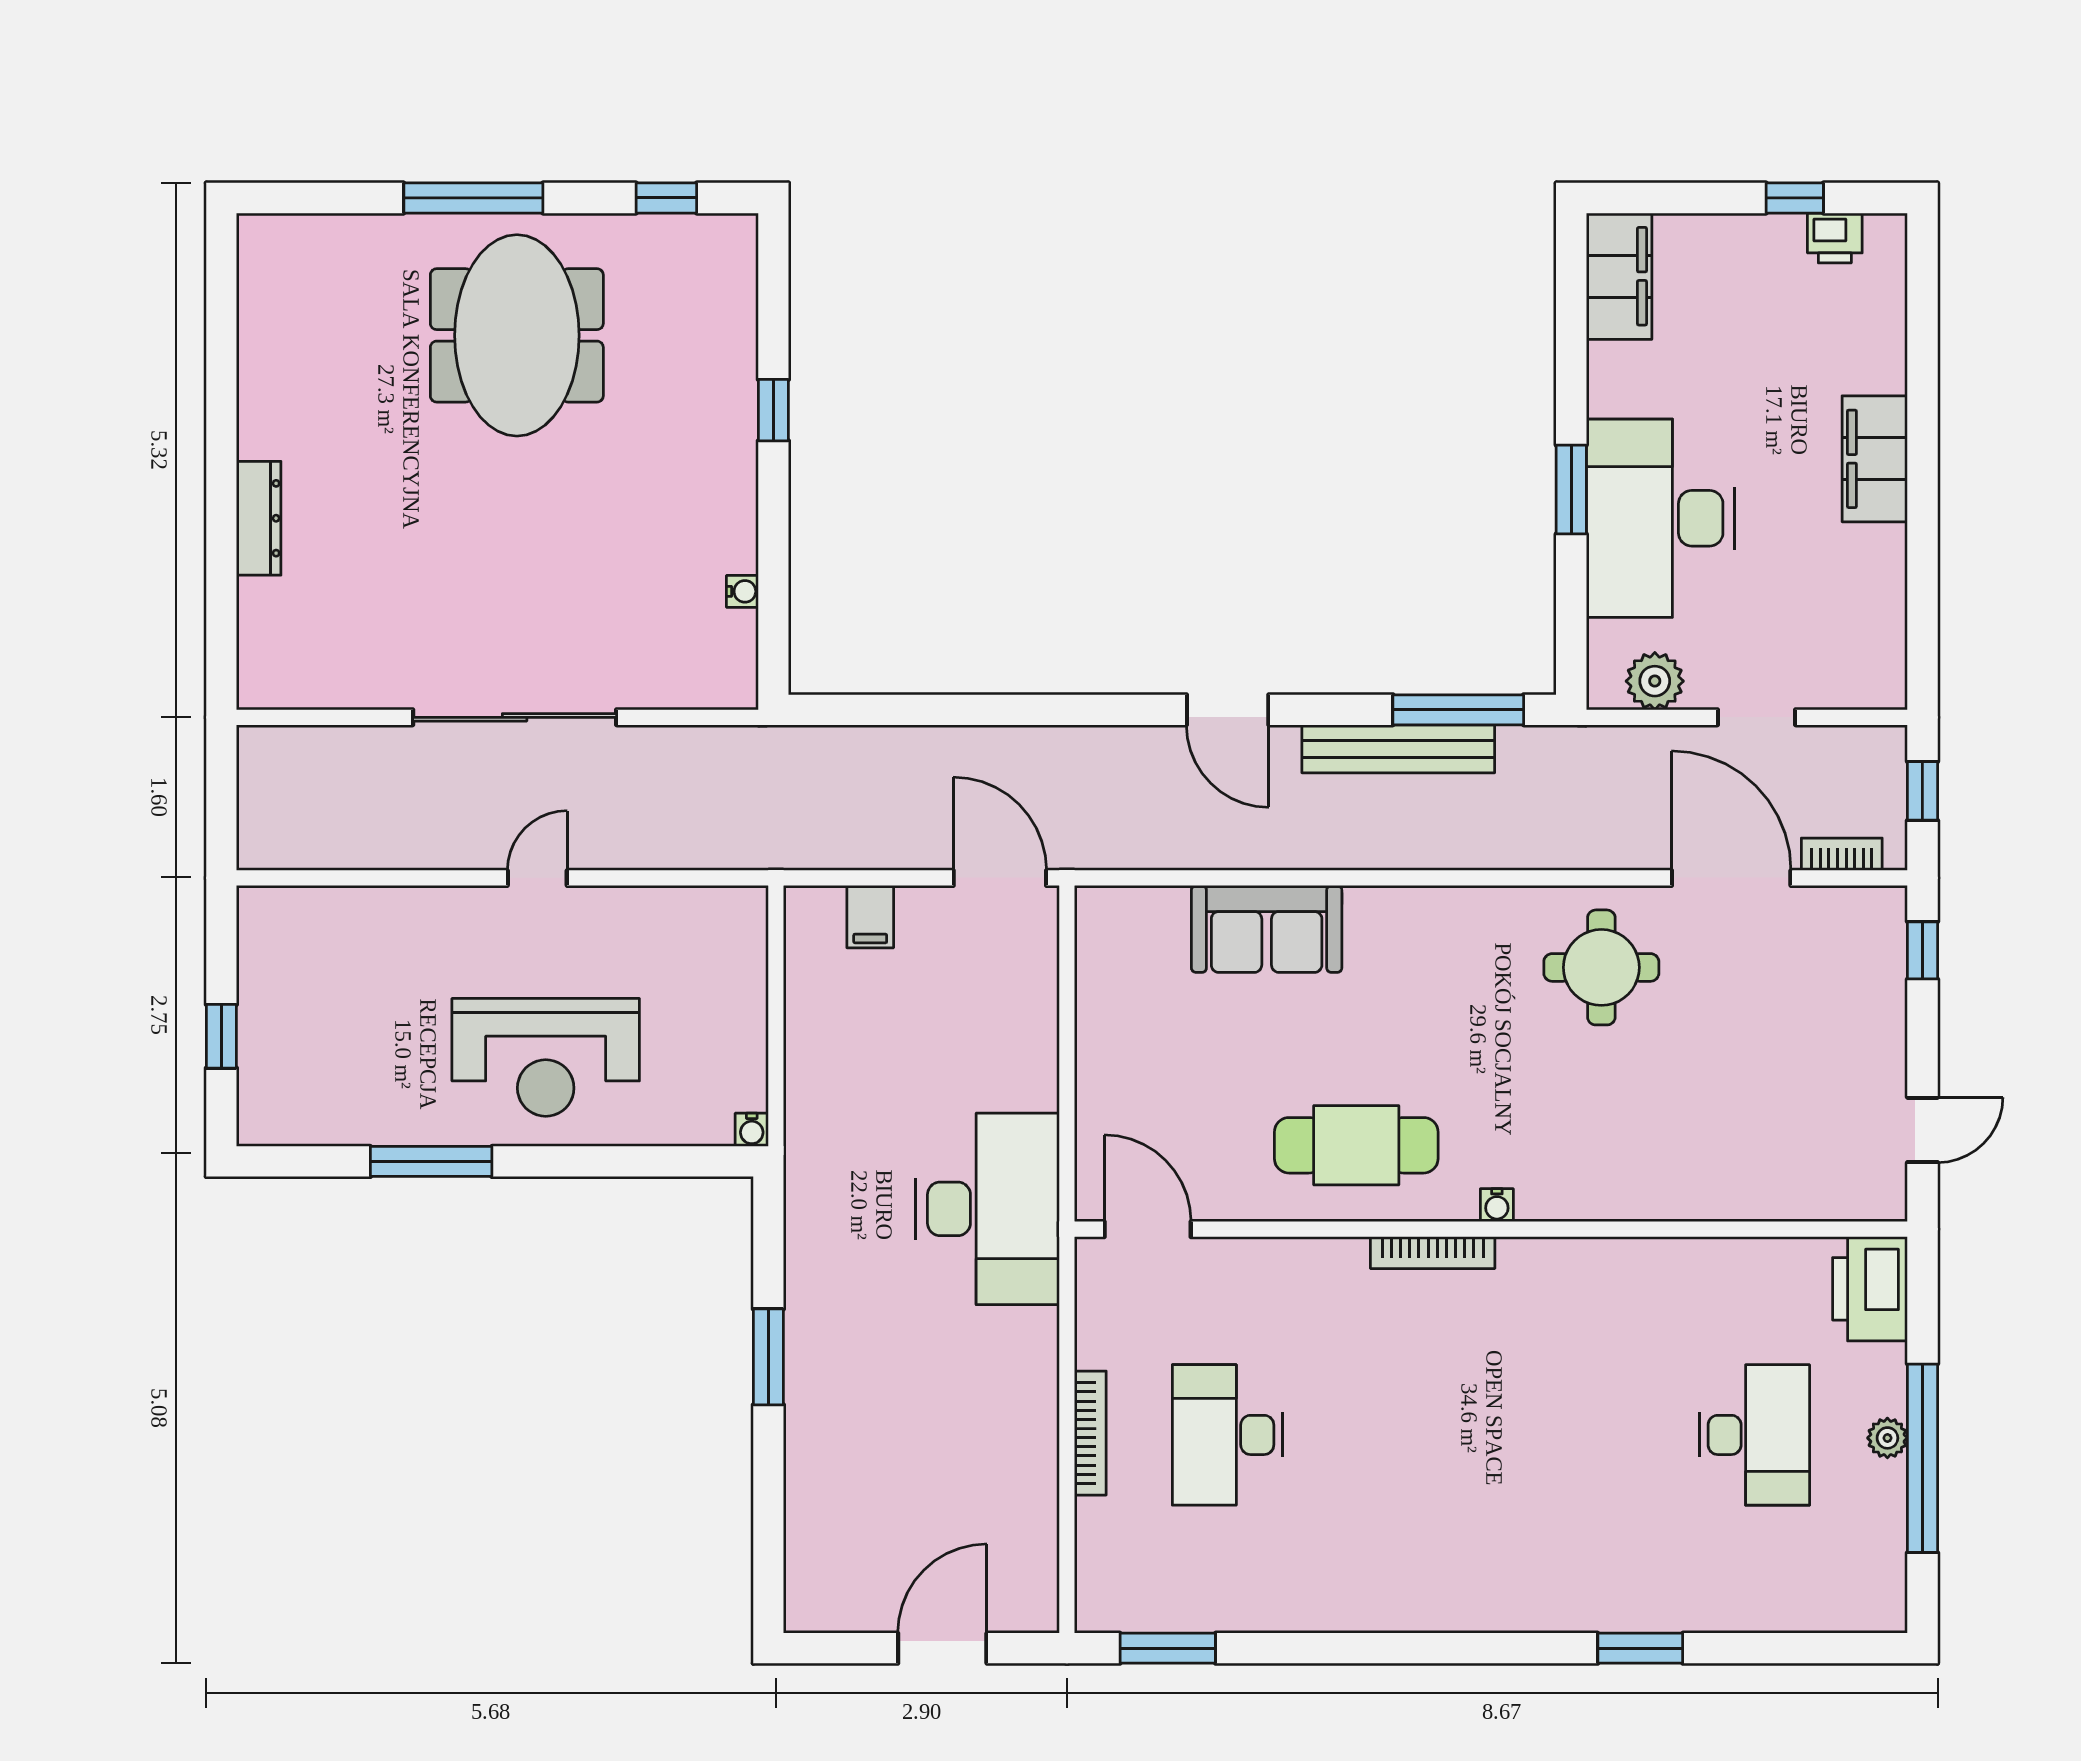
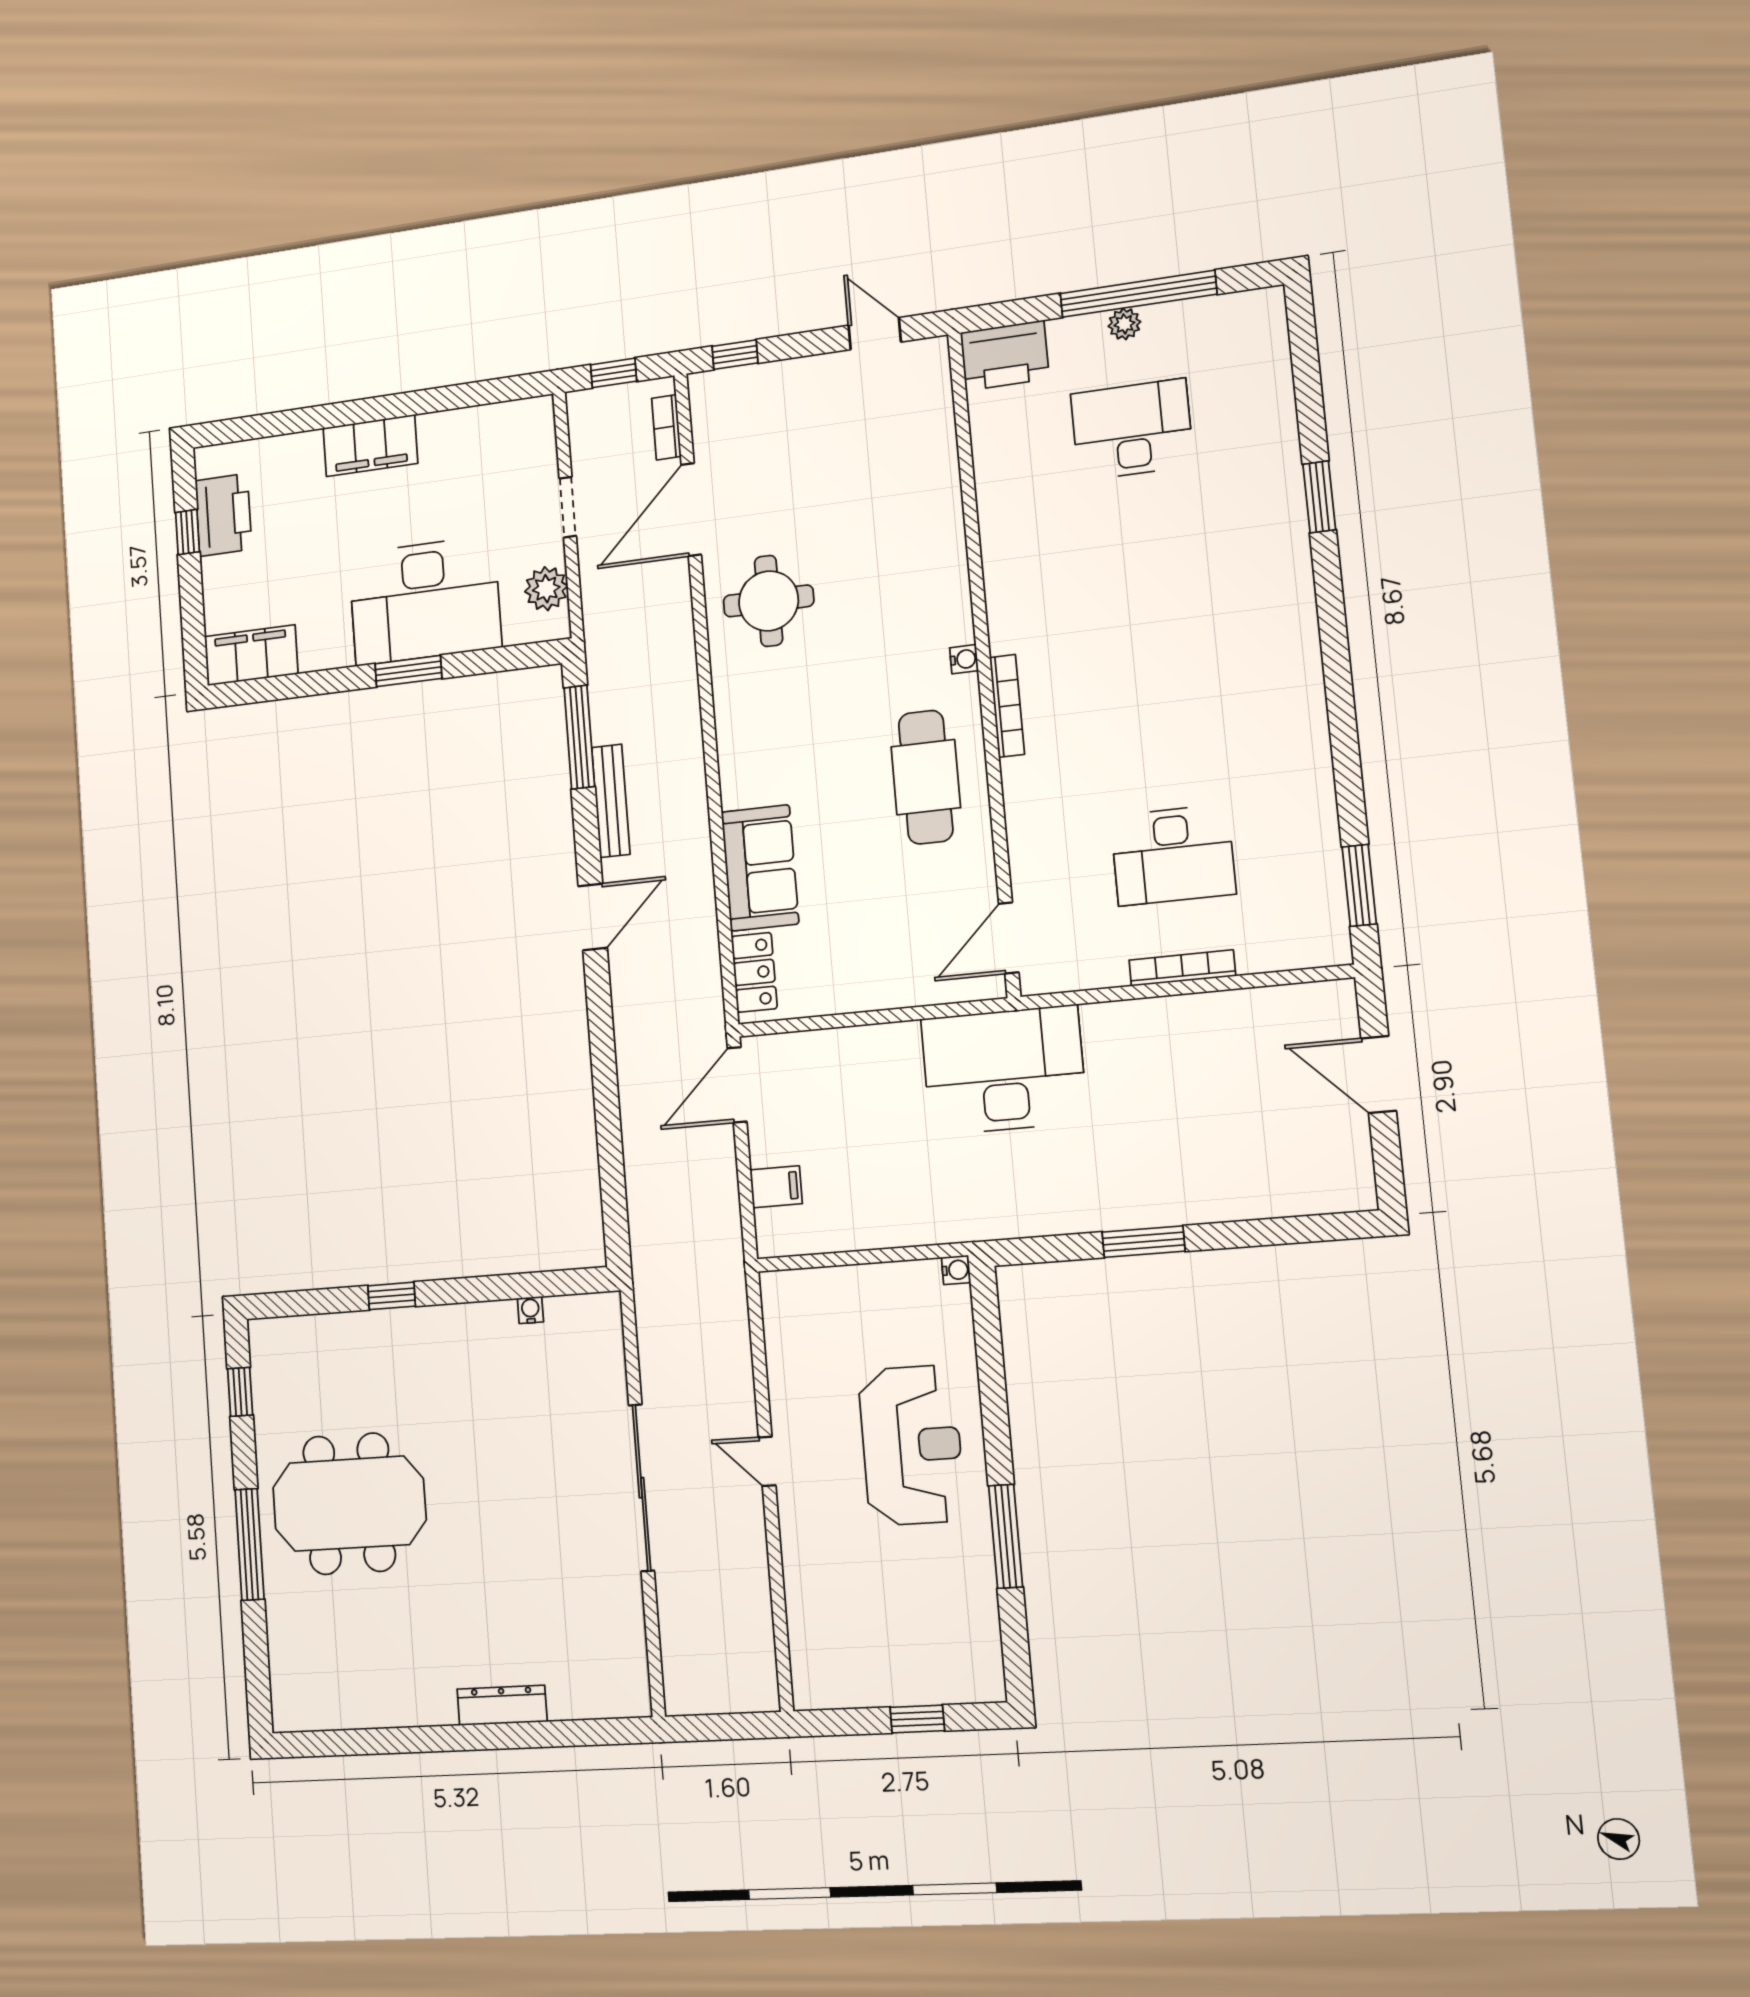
printer: (1835, 238) -> (223, 515), width x1.87, depth x1.48
bench: (1398, 749) -> (611, 801), width x0.73, depth x0.82
locker: (1137, 911) -> (754, 972), added

